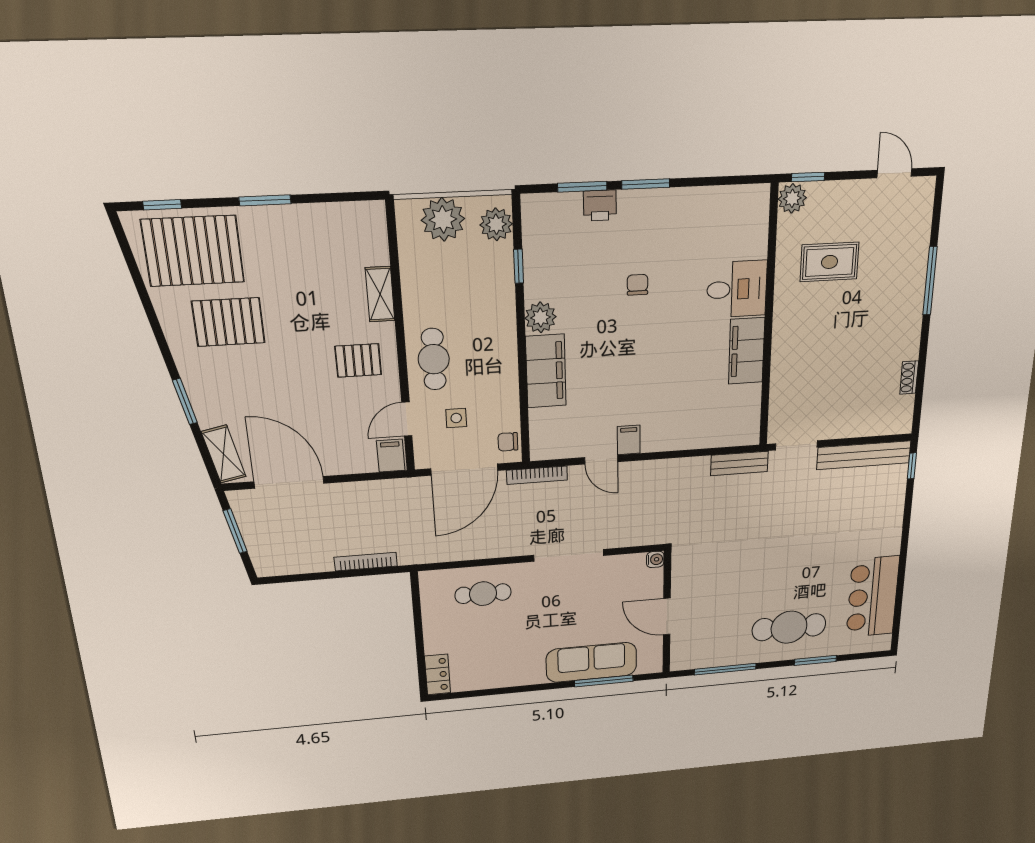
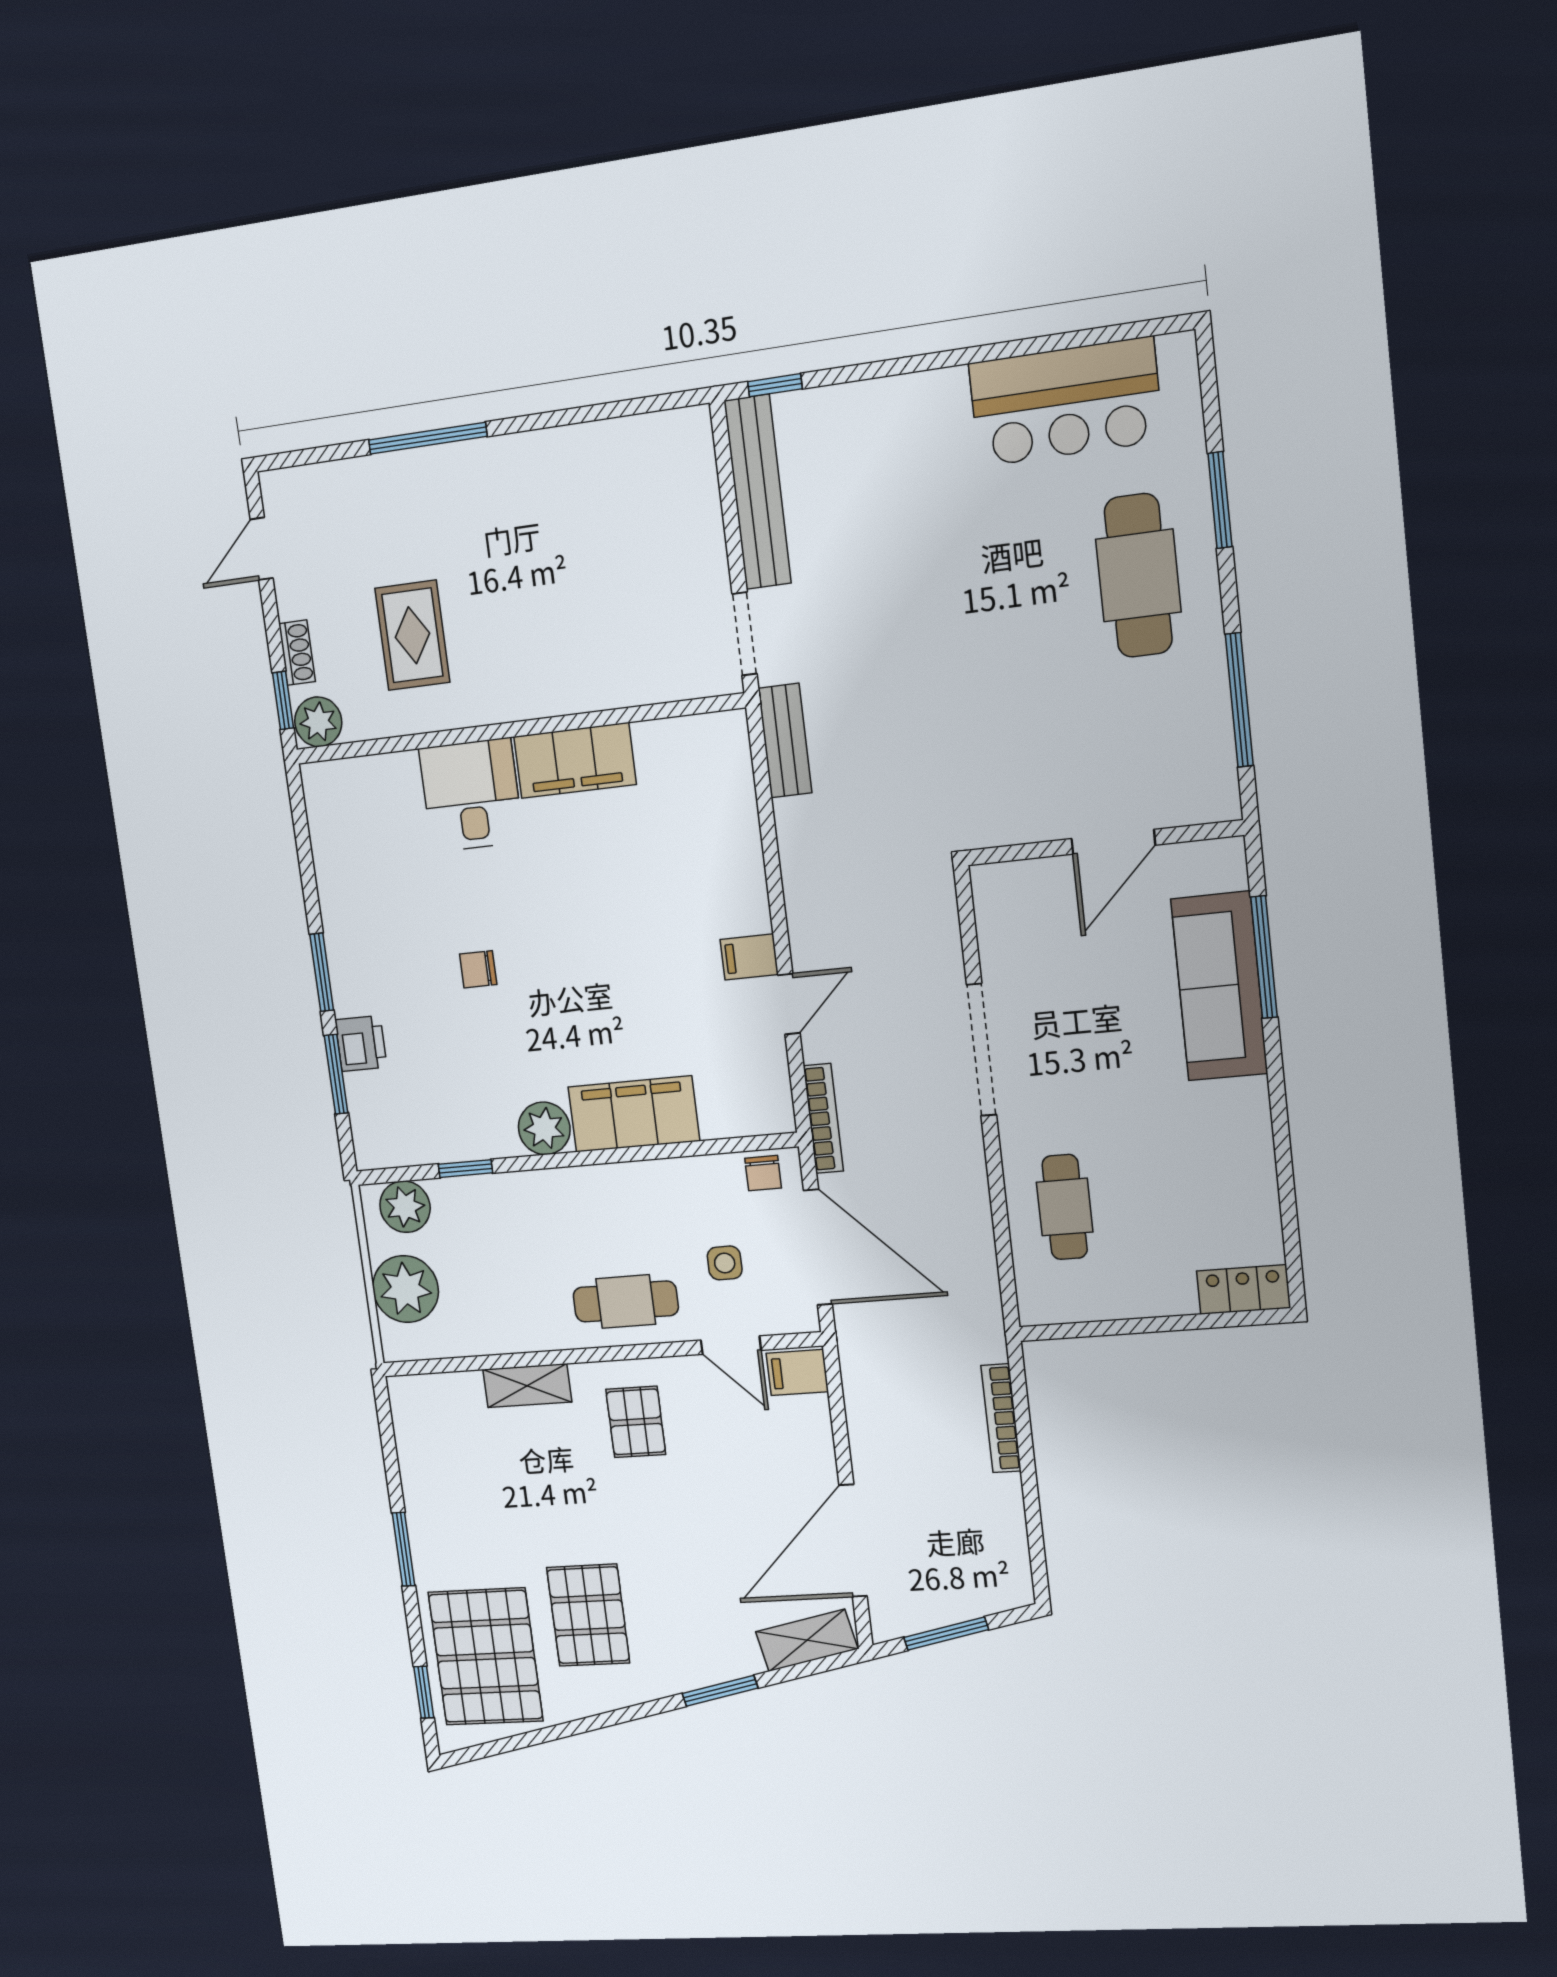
shoe rack: (909, 377) -> (297, 653), moved, turned -90
water cooler: (655, 559) -> (987, 880), removed

